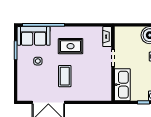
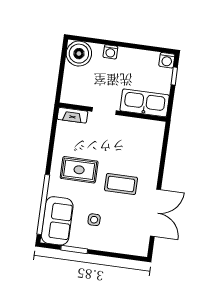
rug: (71, 46) -> (79, 170), turned 90

